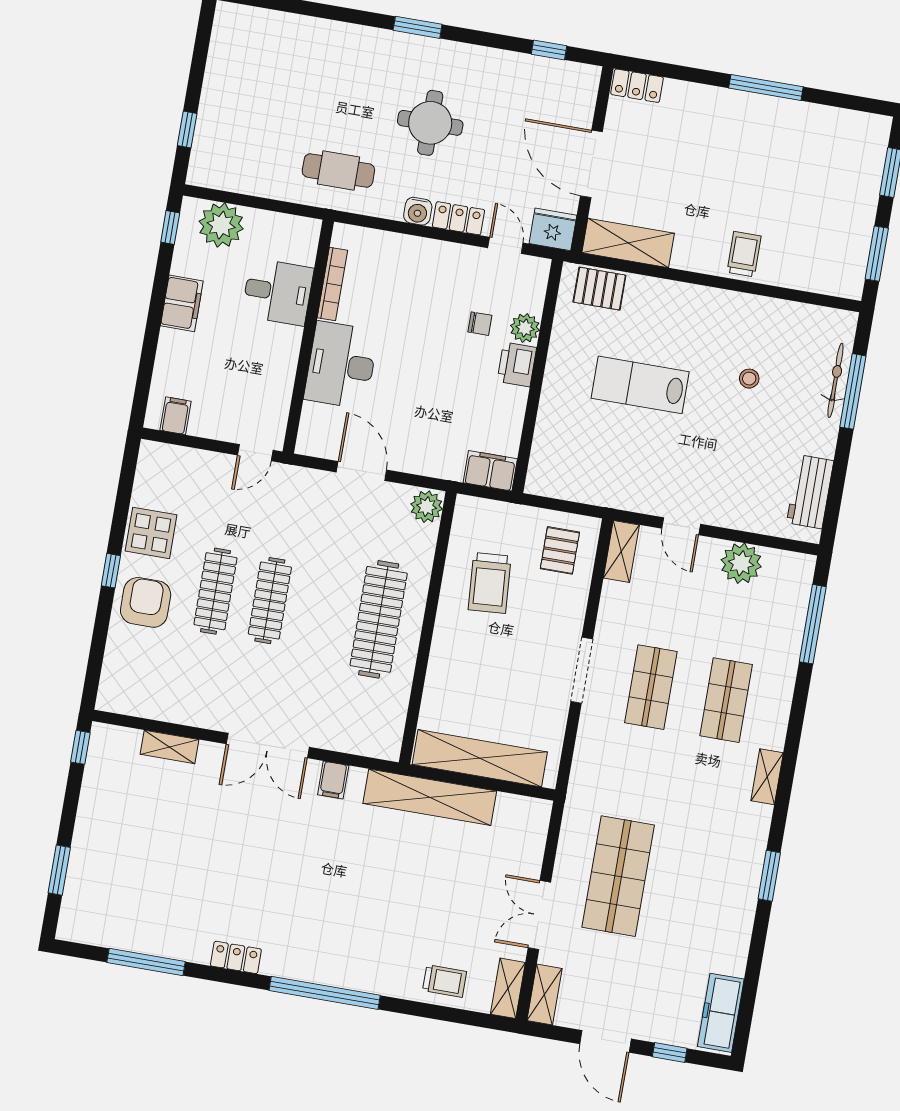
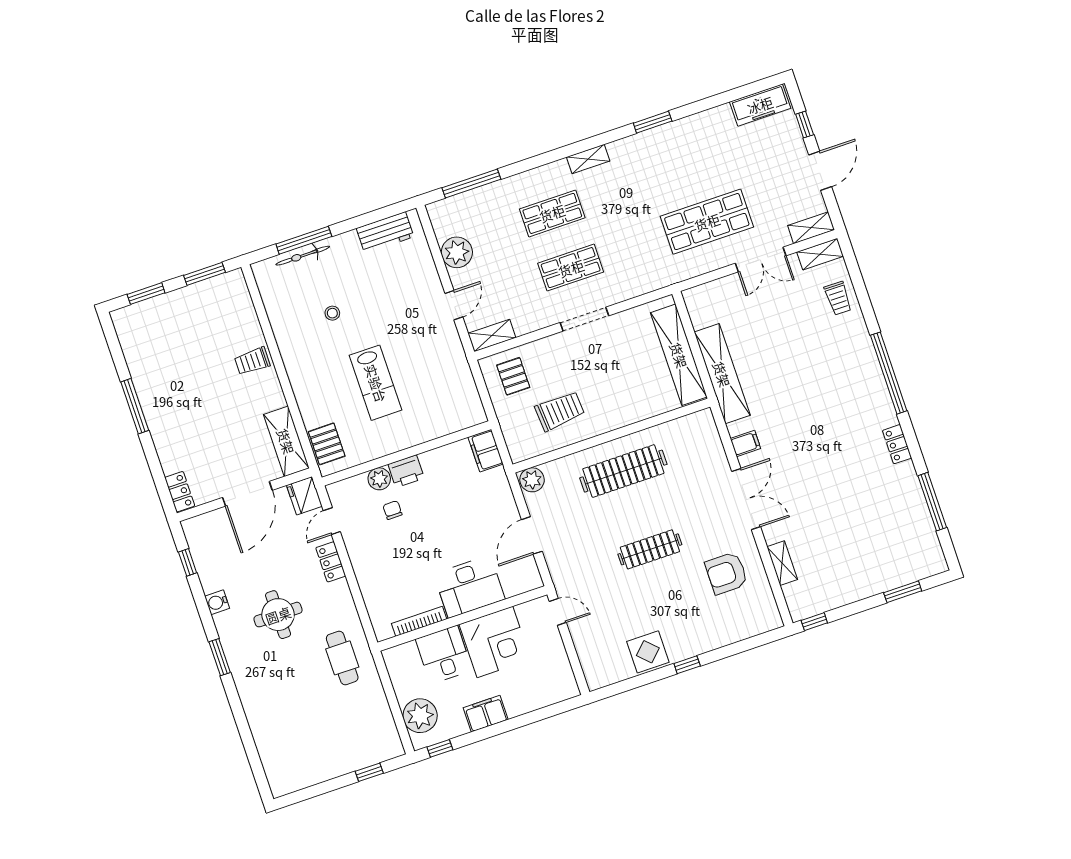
water cooler: (418, 211) -> (217, 602), moved, turned 180
corner desk: (260, 360) -> (495, 642), added
filing cabinet: (176, 416) -> (562, 678), removed
pallet: (560, 550) -> (513, 376), turned 90
clothes rail: (215, 591) -> (663, 589), removed
armchair: (146, 602) -> (726, 573), moved
trolley: (445, 981) -> (838, 298), turned 180

